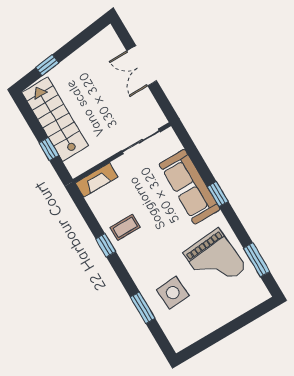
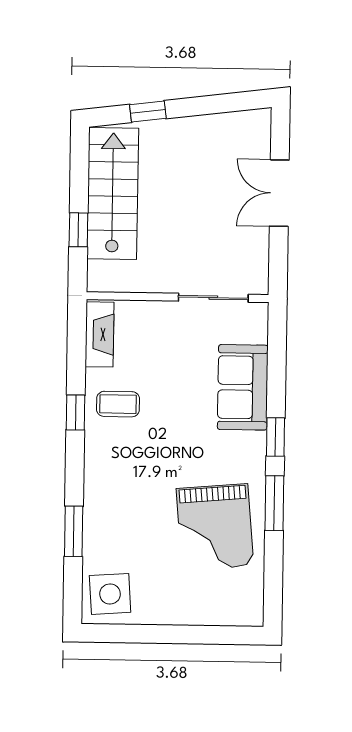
fireplace: (97, 180) -> (100, 334), moved, turned -90
sofa: (190, 187) -> (243, 387), width x0.73
window: (257, 260) -> (274, 503), moved
side table: (173, 293) -> (110, 594), moved

